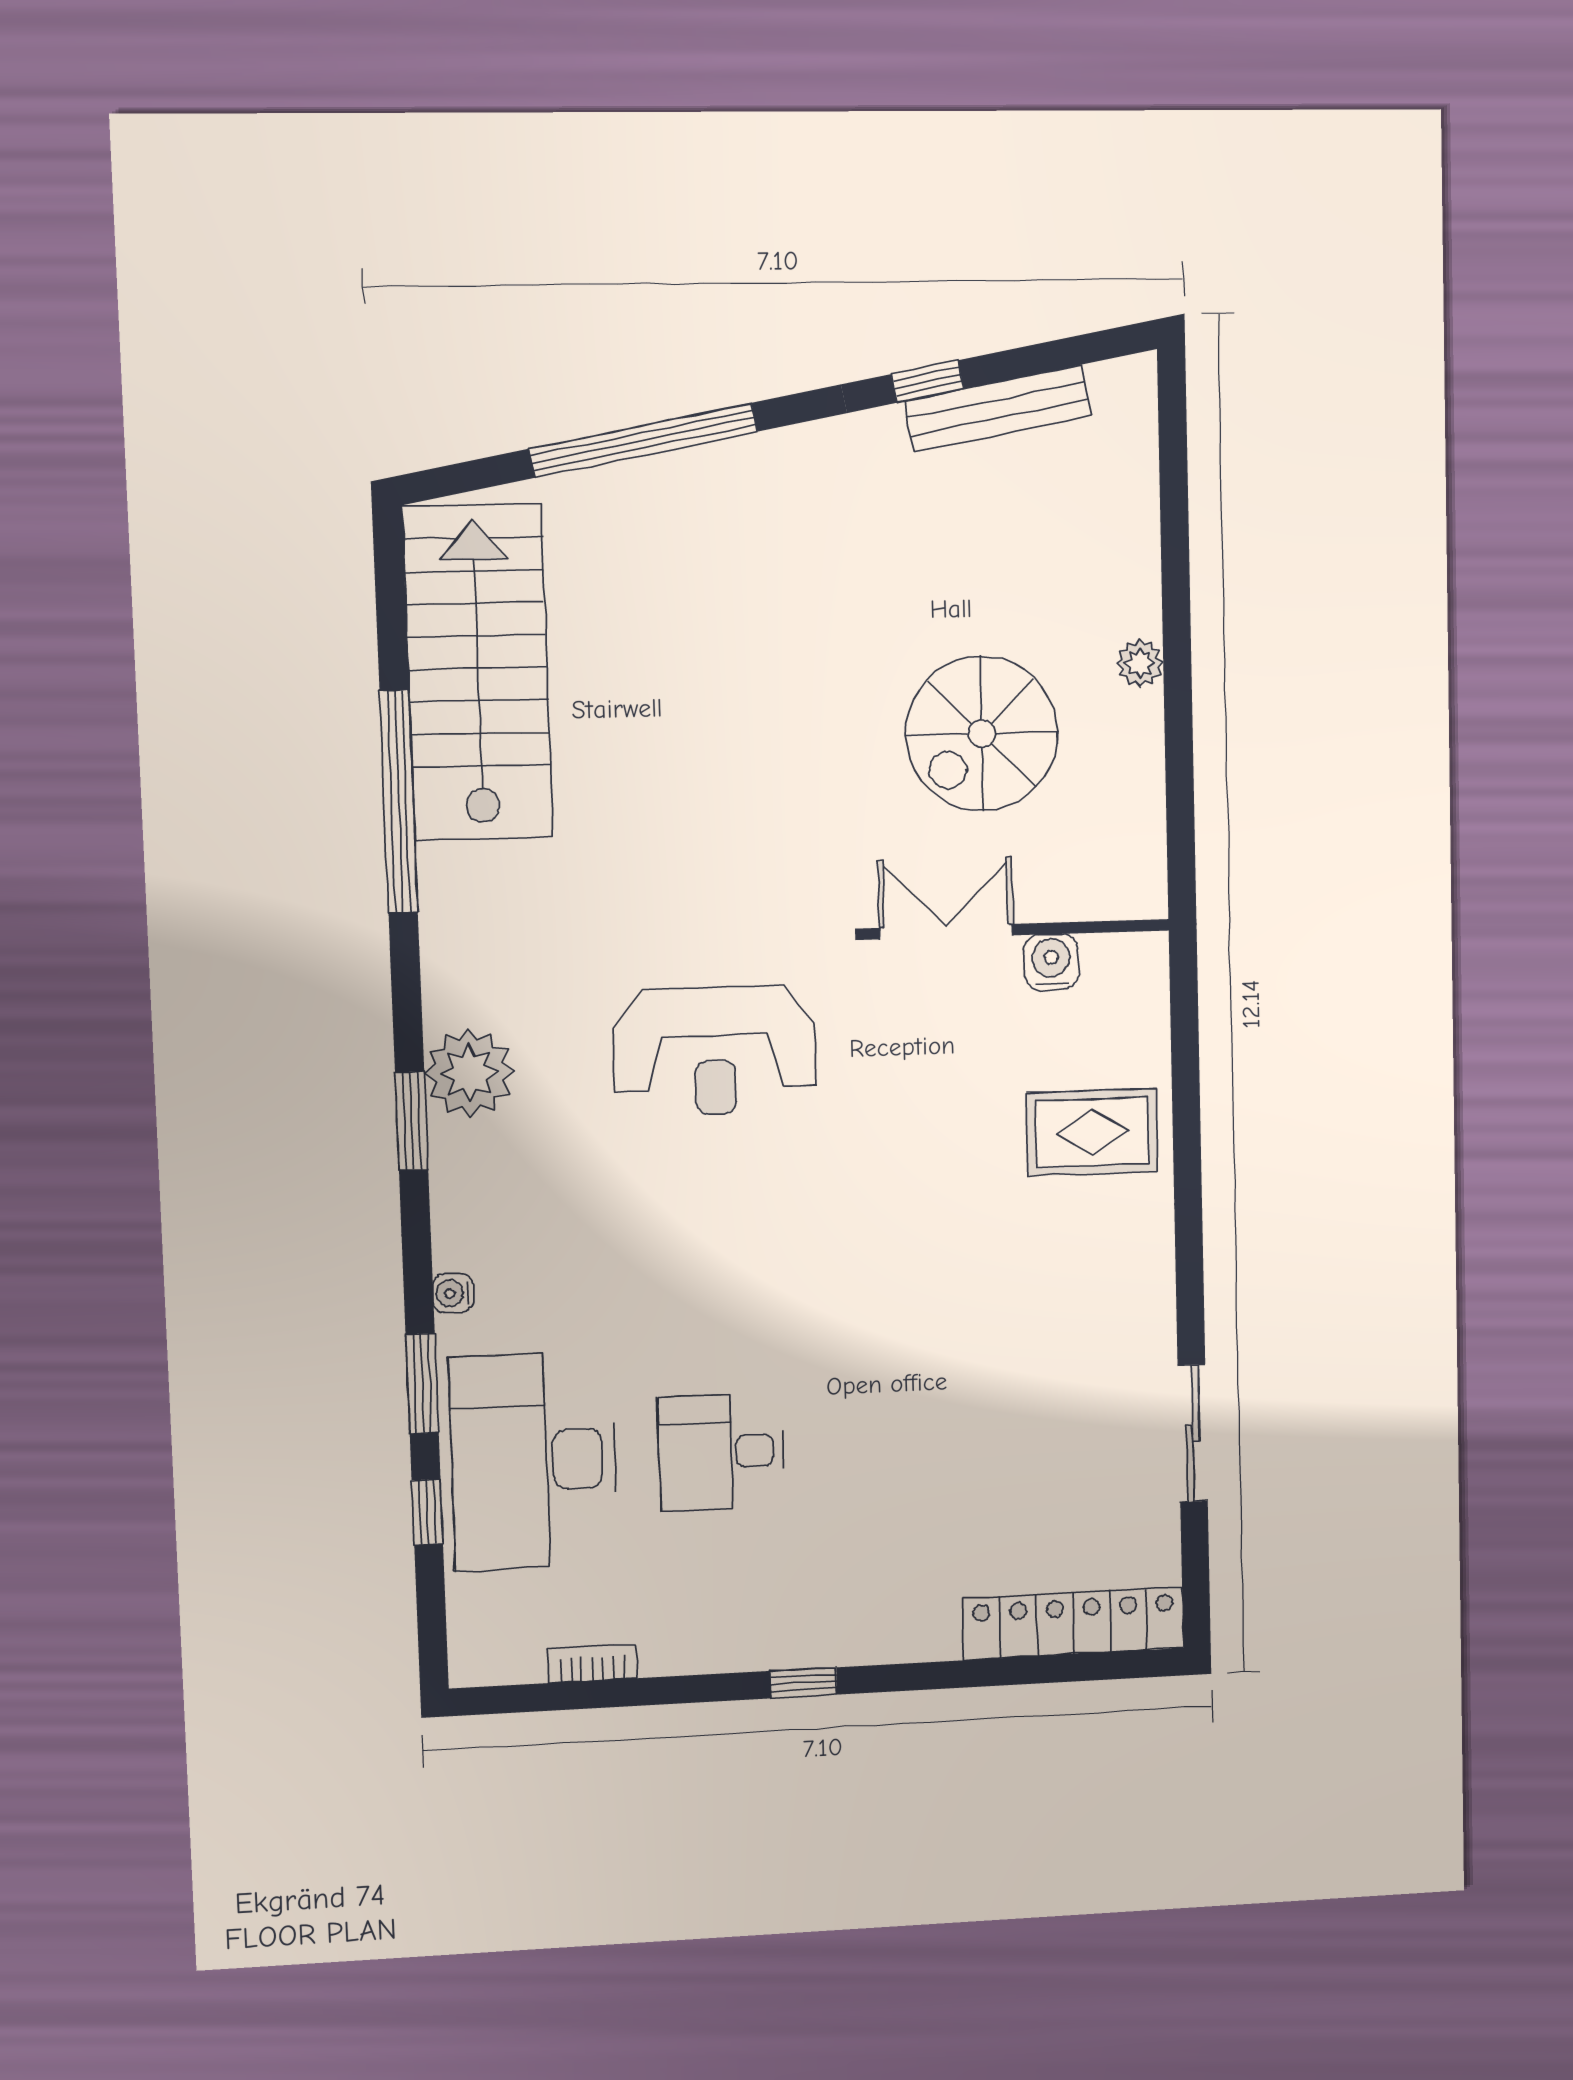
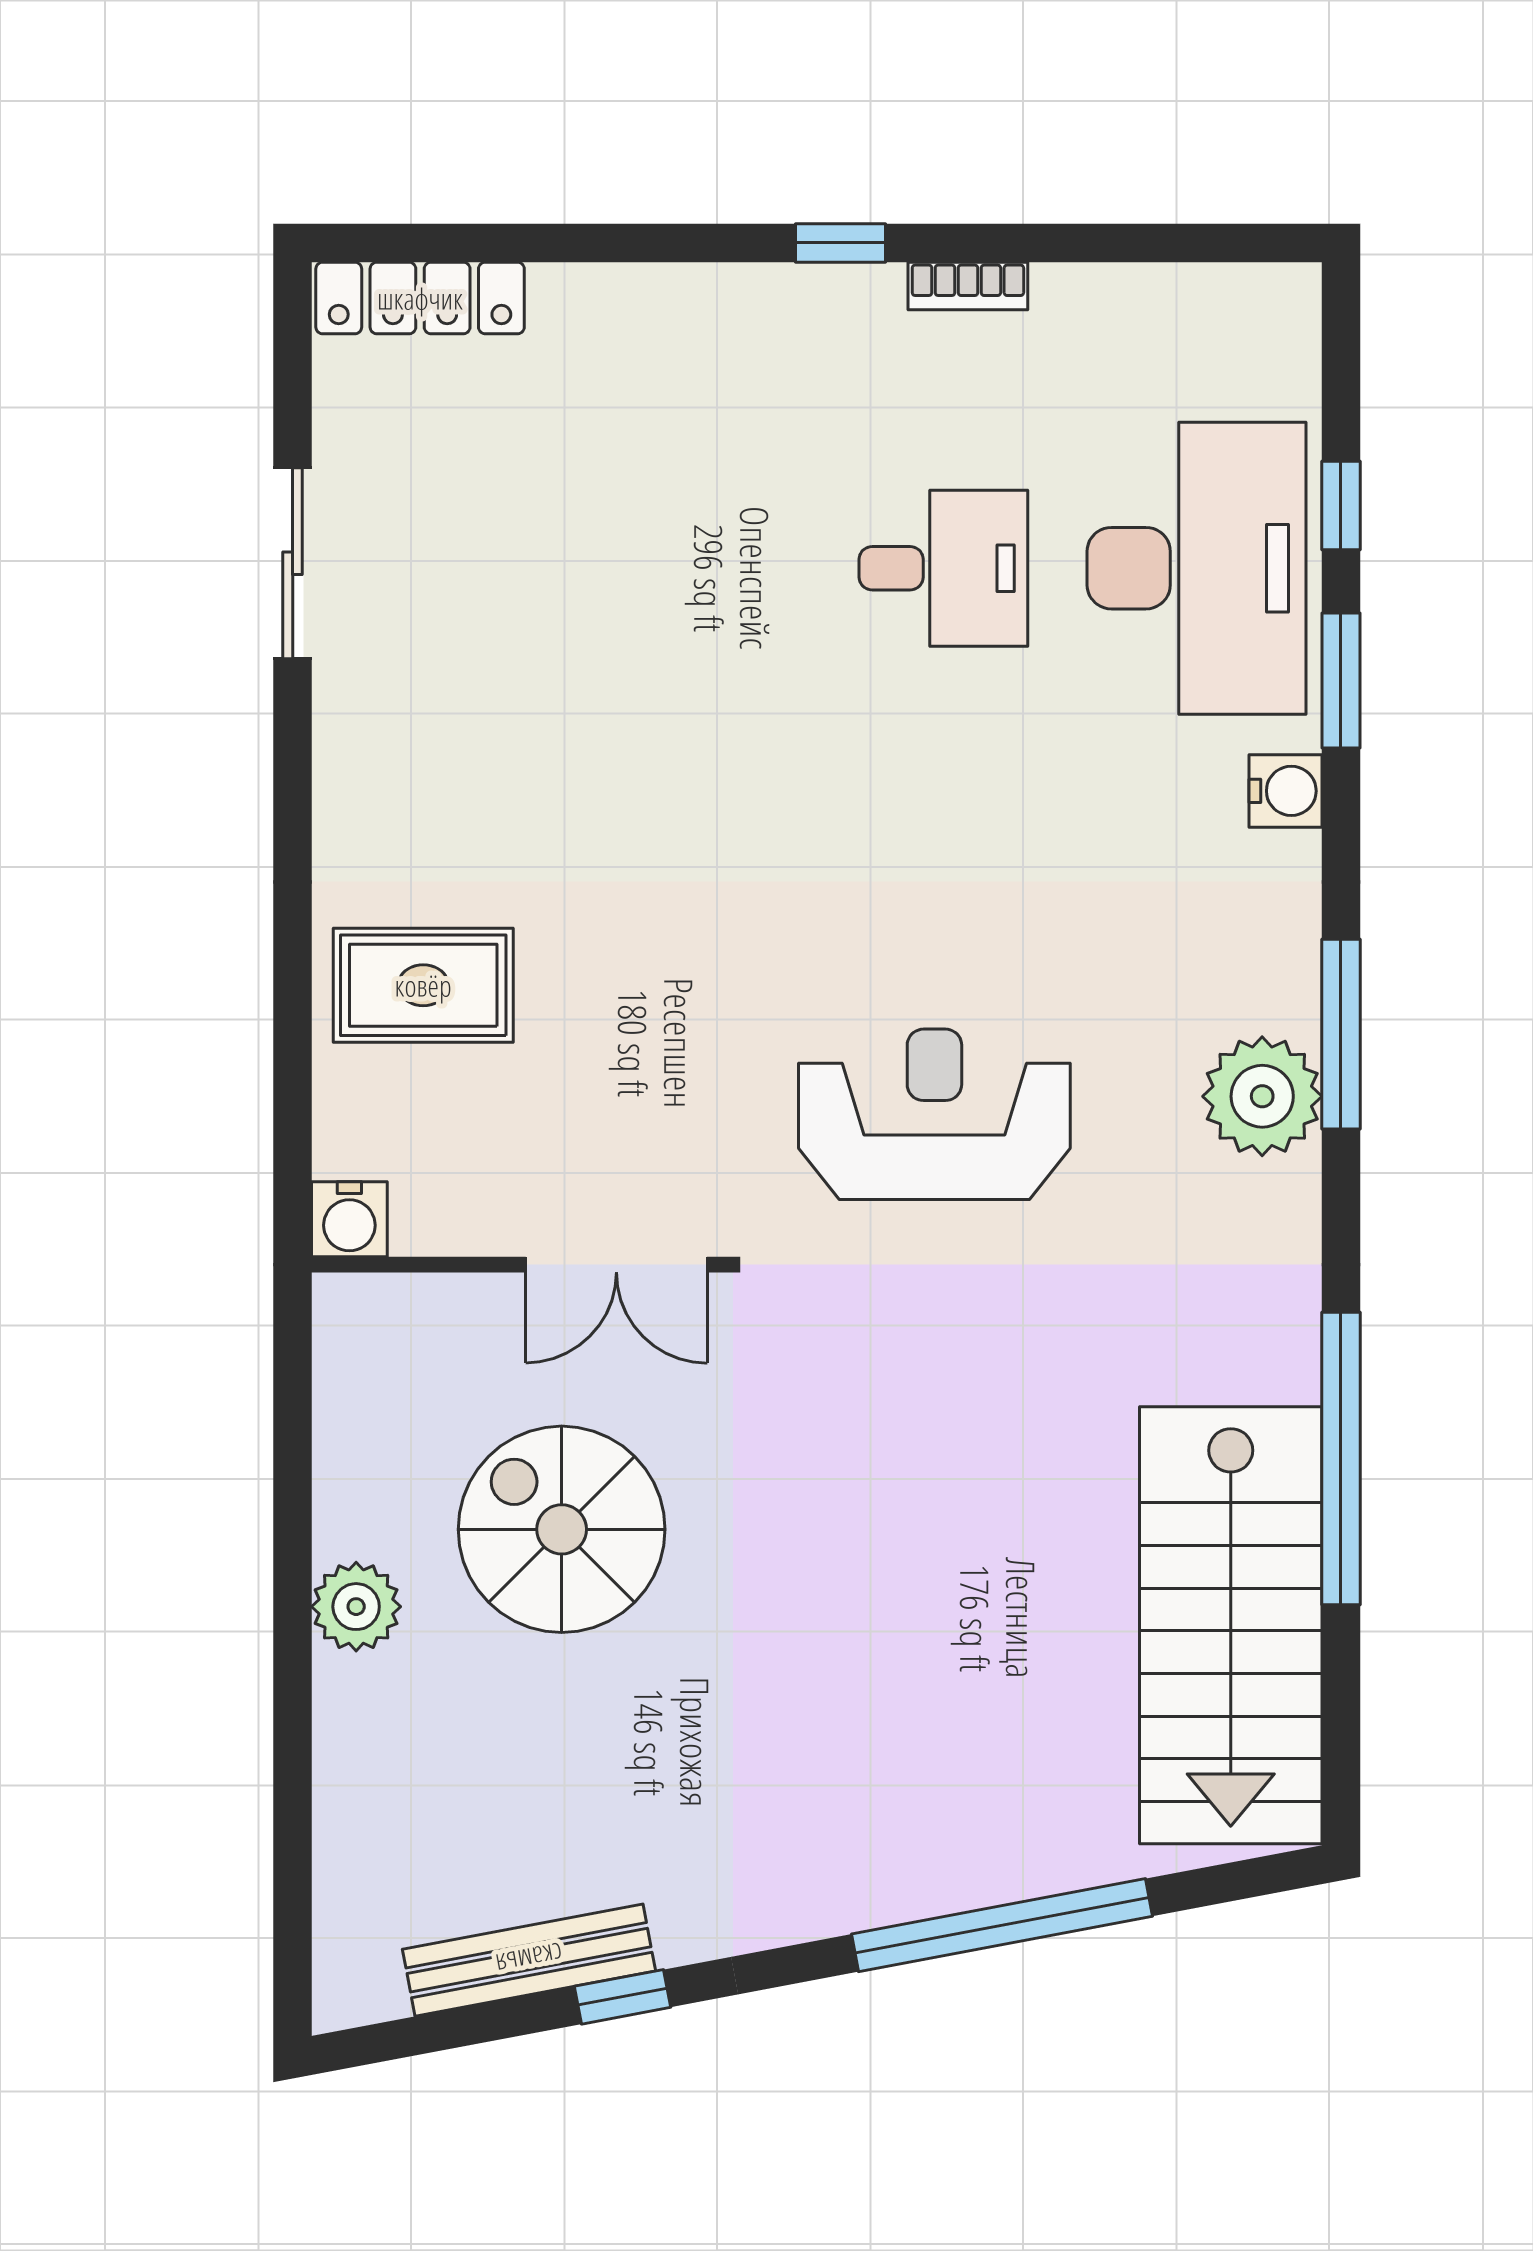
plant: (1140, 663) -> (356, 1607), width x1.38, depth x1.38
spiral stairs: (982, 734) -> (562, 1529), turned -90
water cooler: (1051, 962) -> (349, 1219), moved
window: (412, 1121) -> (1341, 1034), width x1.44
water cooler: (453, 1293) -> (1285, 791), width x1.38, depth x1.38
locker: (1074, 1623) -> (420, 298), width x0.71, depth x0.83
bookcase: (592, 1663) -> (968, 286), moved

